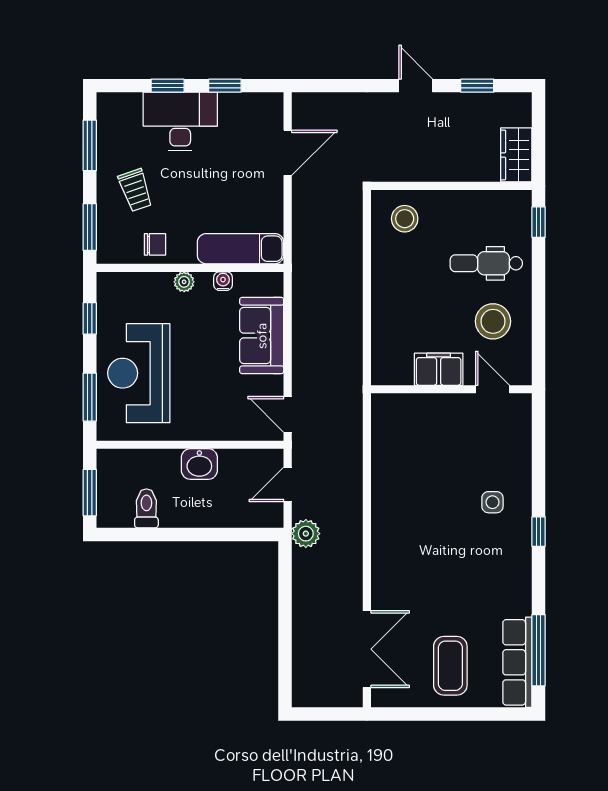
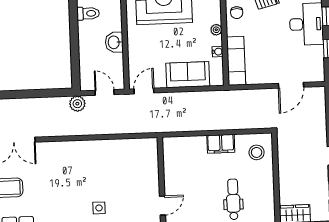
door: (288, 153) -> (291, 85), hinge flipped
stool: (493, 321) -> (201, 204), removed
filing cabinet: (439, 369) -> (221, 144), moved, turned 90

